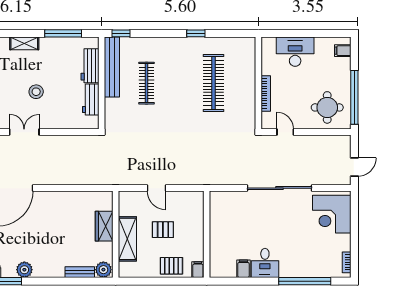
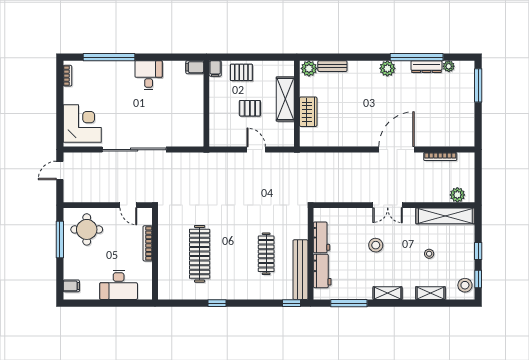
window: (354, 97) -> (60, 239), width x0.68
filing cabinet: (243, 269) -> (195, 67), moved, turned 90

